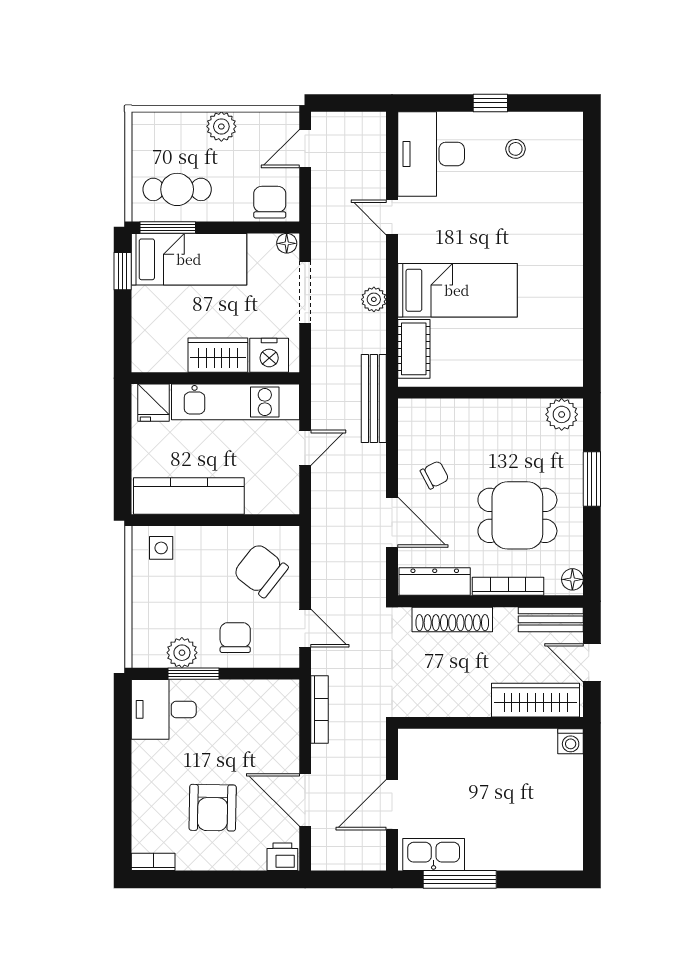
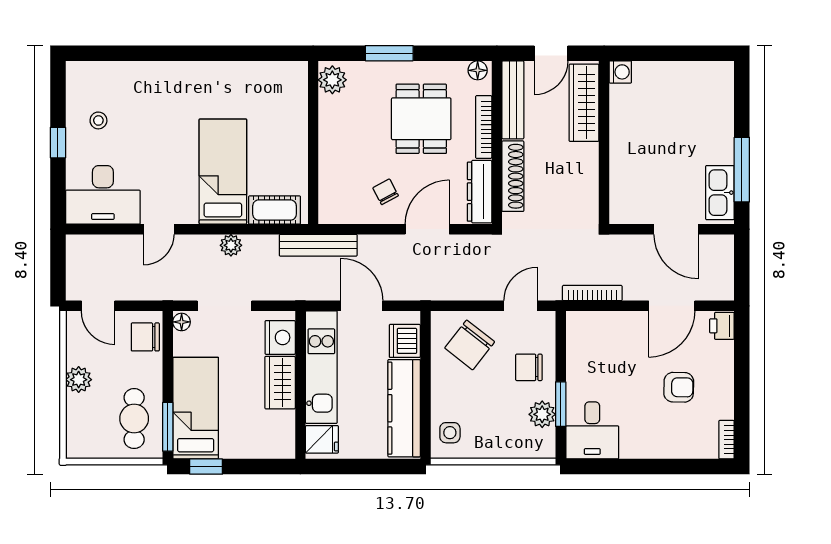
door: (305, 448) -> (362, 306), width x1.38
dishwasher: (265, 497) -> (405, 341), added
bench: (551, 619) -> (513, 100), width x1.36
armchair: (213, 808) -> (679, 387), width x0.72, depth x0.72

